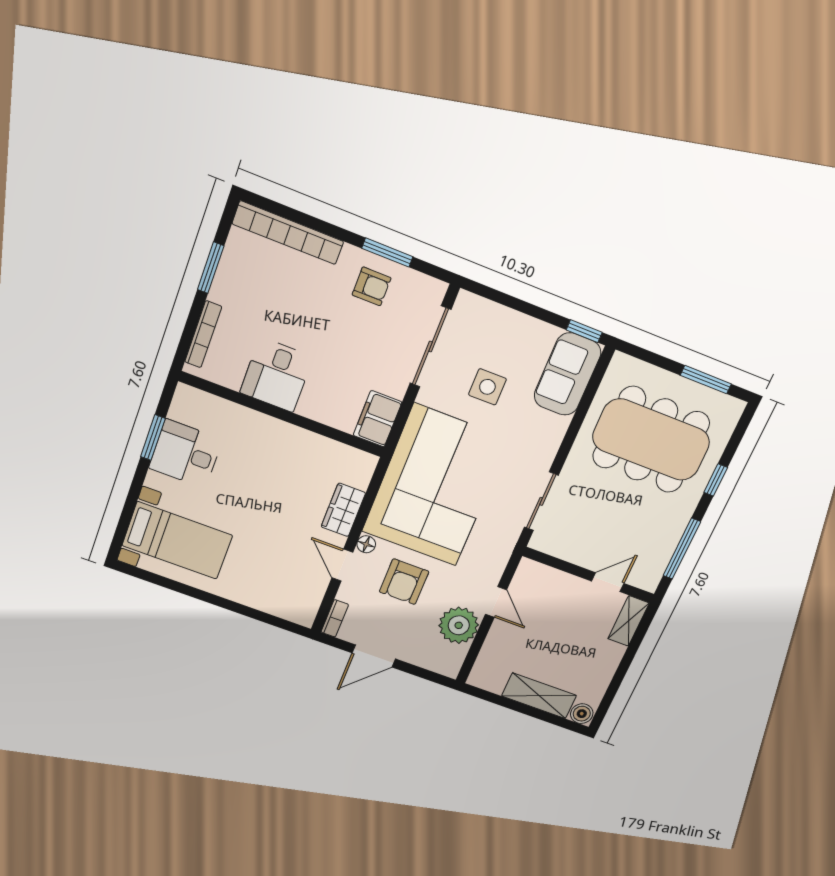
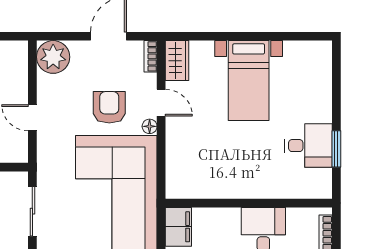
wardrobe: (343, 510) -> (177, 61), moved
bed with nightstands: (177, 540) -> (249, 81), moved, turned -90
plant: (459, 625) -> (53, 57), moved

